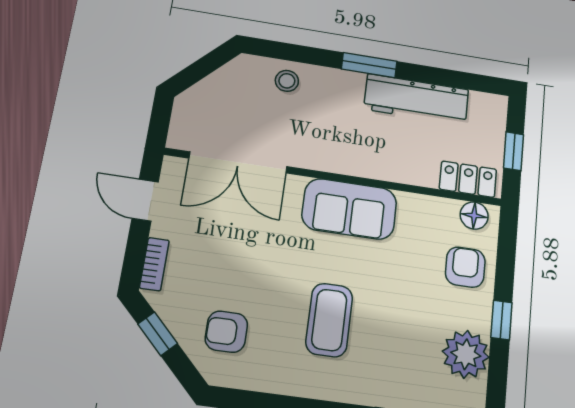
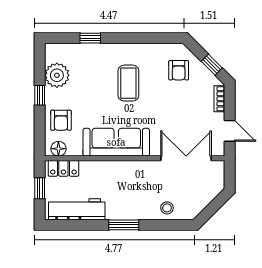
workbench: (416, 99) -> (77, 209), moved
sofa: (349, 209) -> (116, 142), width x1.36
armchair: (226, 332) -> (179, 70), turned 90

